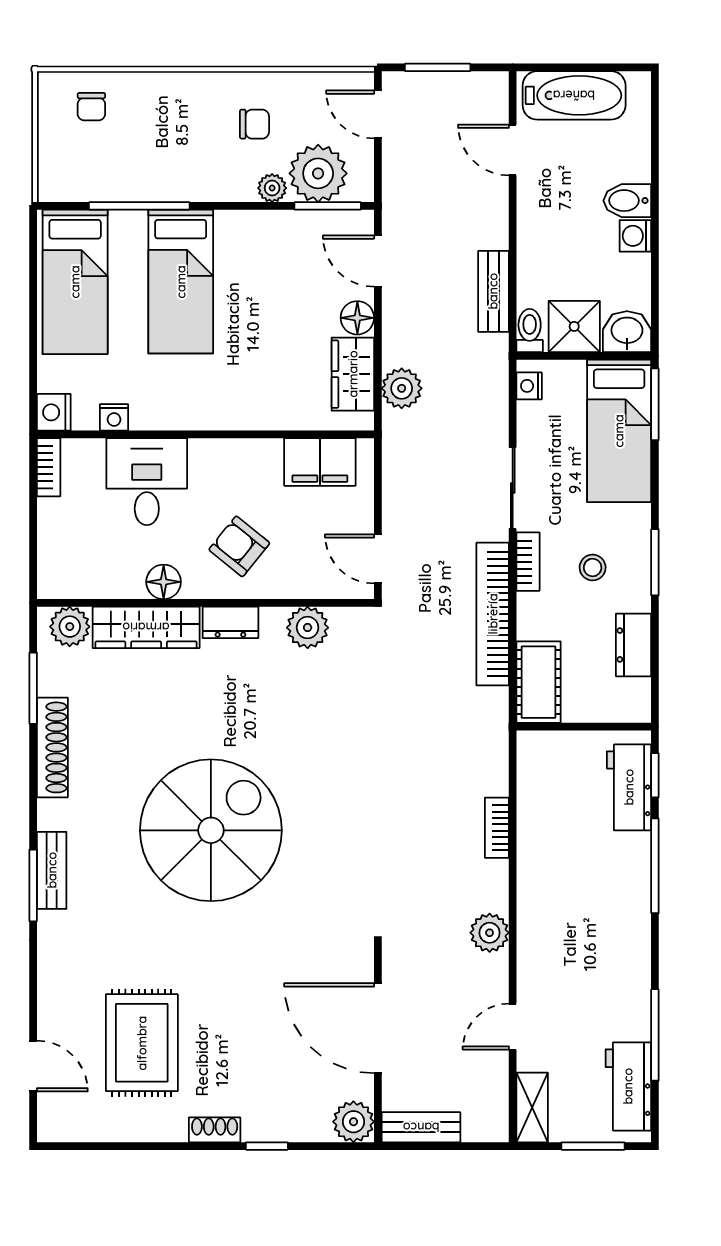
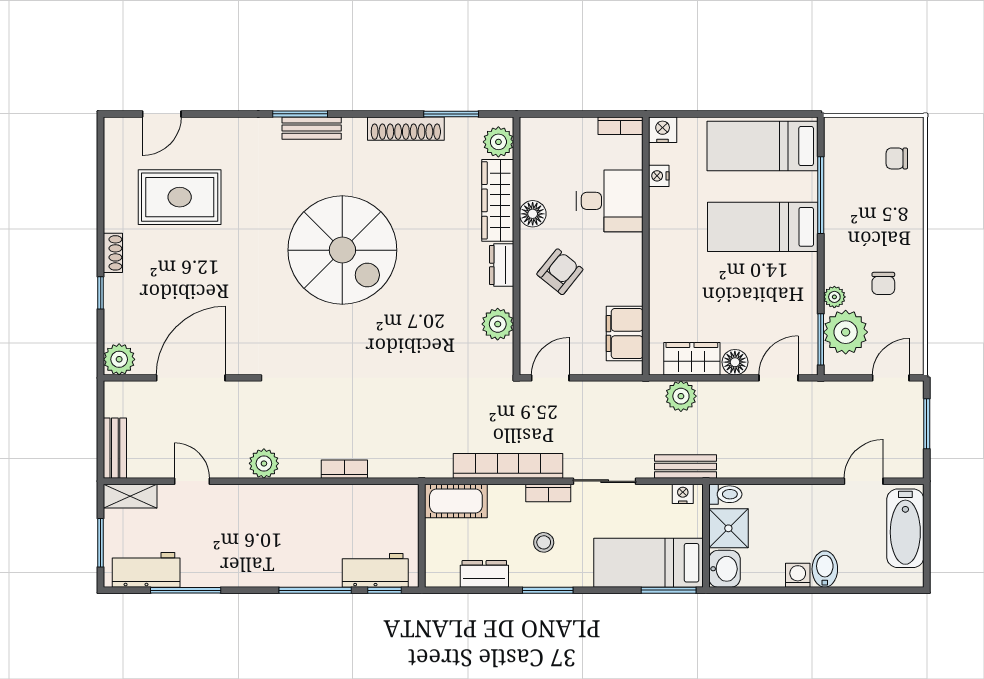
bench: (493, 291) -> (686, 466), moved
bench: (421, 1127) -> (115, 448), moved

